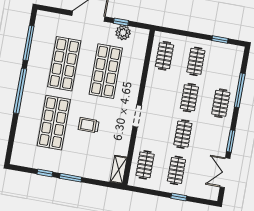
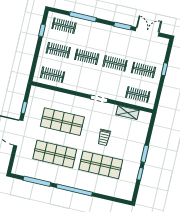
plant: (123, 33) -> (33, 106), removed
clothes rail: (221, 103) -> (64, 26), moved
shelving: (119, 170) -> (127, 112), moved
double door: (225, 173) -> (147, 32), swing flipped

